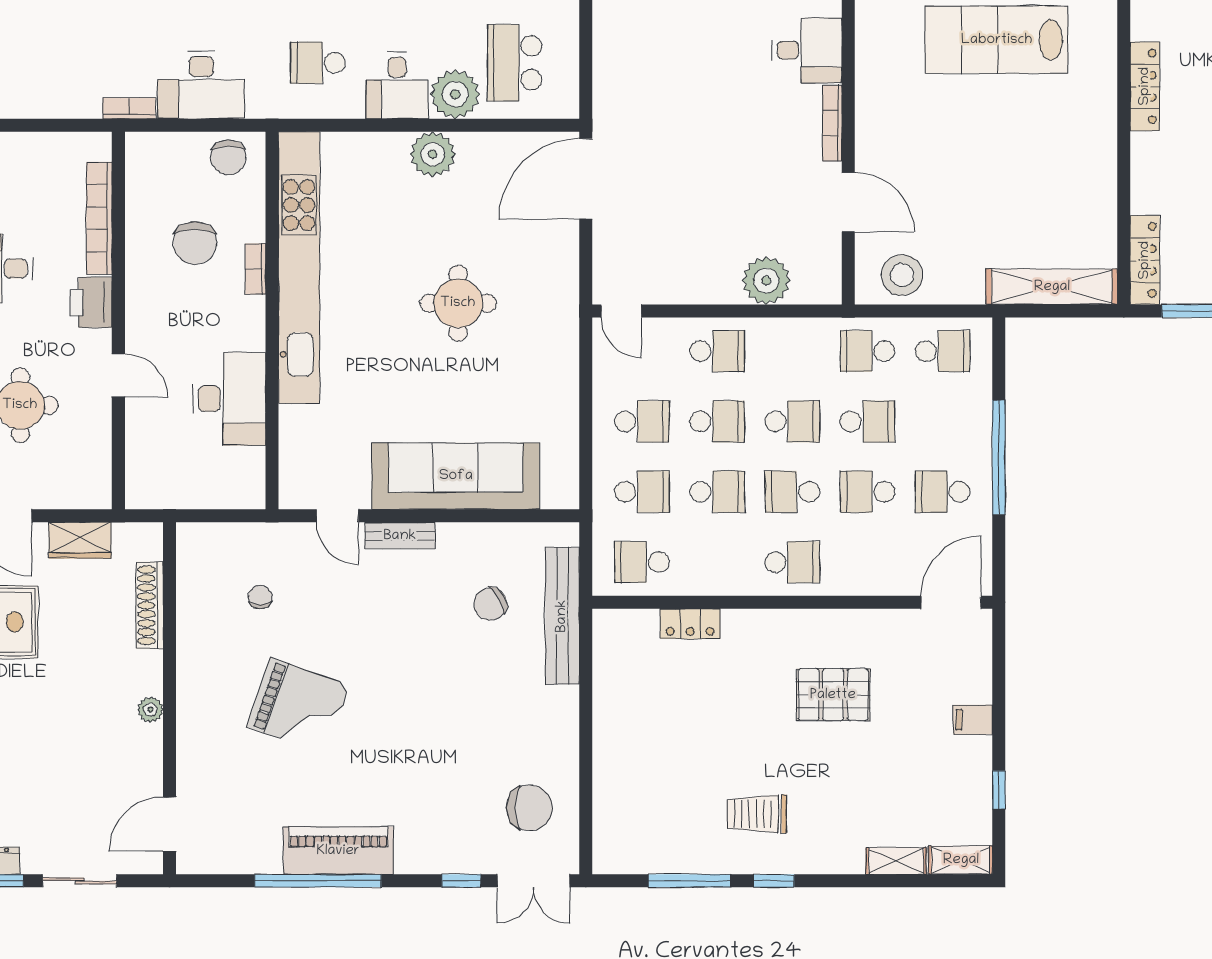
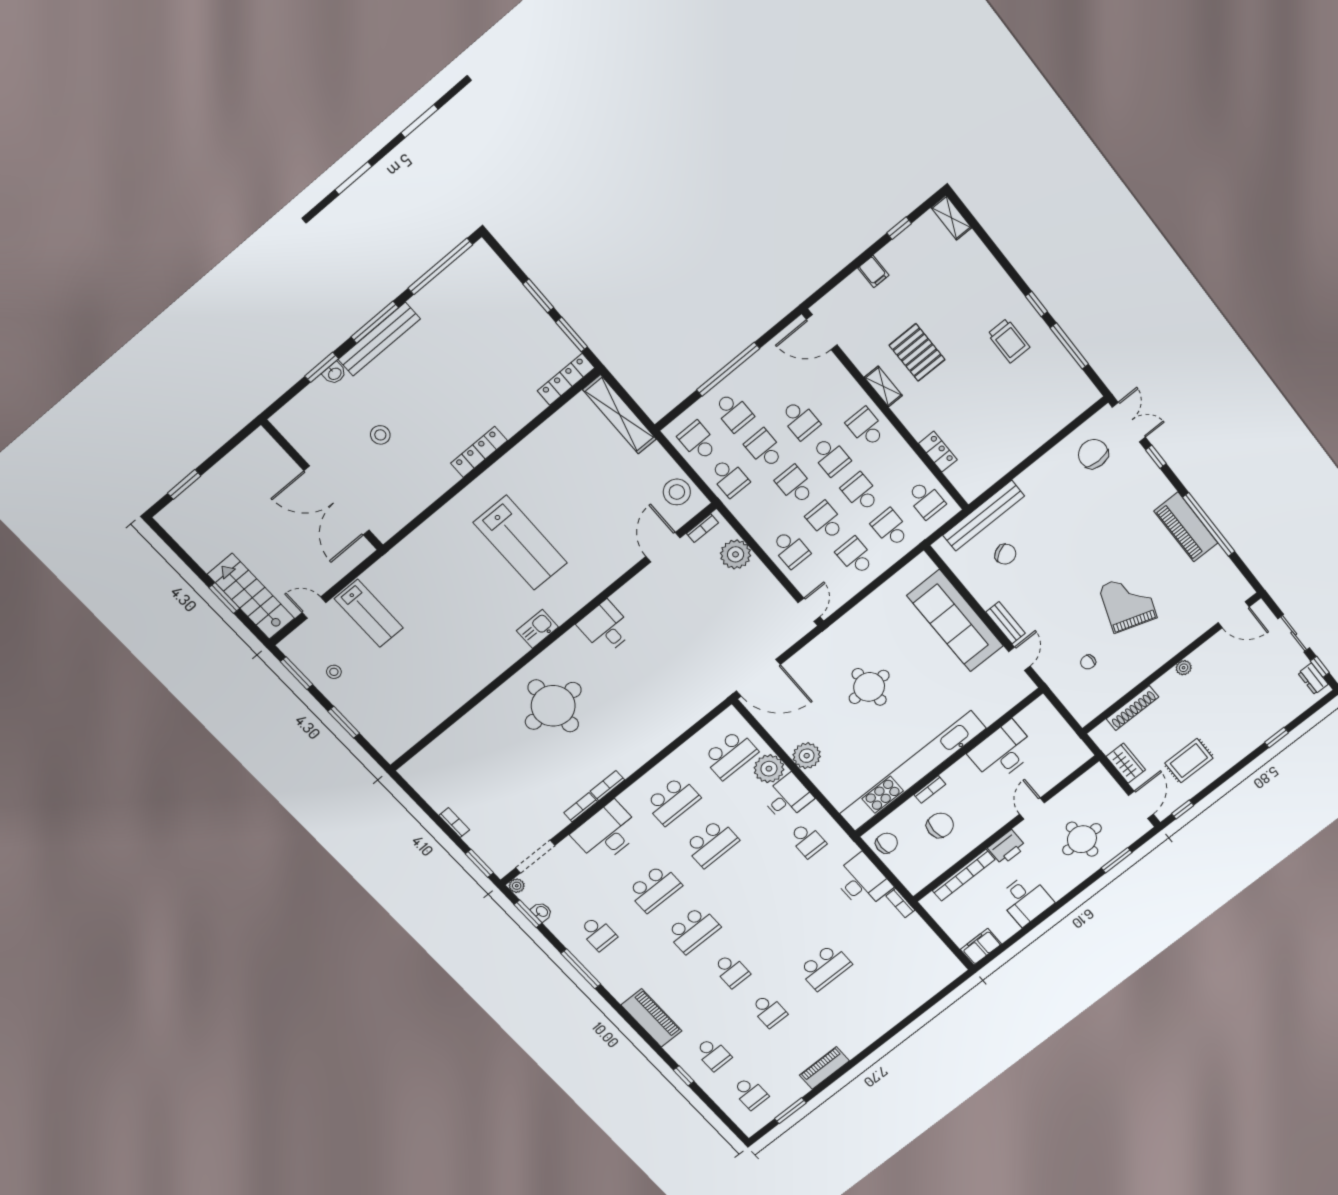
bookcase: (832, 123) -> (702, 528), moved, width x0.64
school desk: (717, 351) -> (790, 549), turned 180
school desk: (943, 492) -> (733, 412), moved
shelving: (896, 861) -> (883, 386), moved

